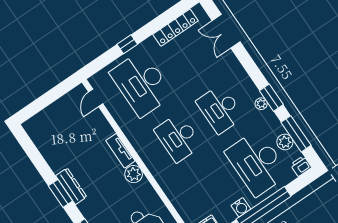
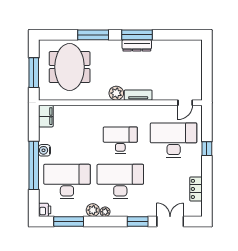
locker: (175, 28) -> (196, 189), width x0.66
door: (96, 98) -> (185, 103), swing flipped
window: (271, 98) -> (138, 221), moved
desk: (220, 109) -> (120, 182), width x1.36, depth x1.30
plant: (285, 142) -> (93, 210), moved
window: (60, 193) -> (137, 35), width x1.44

